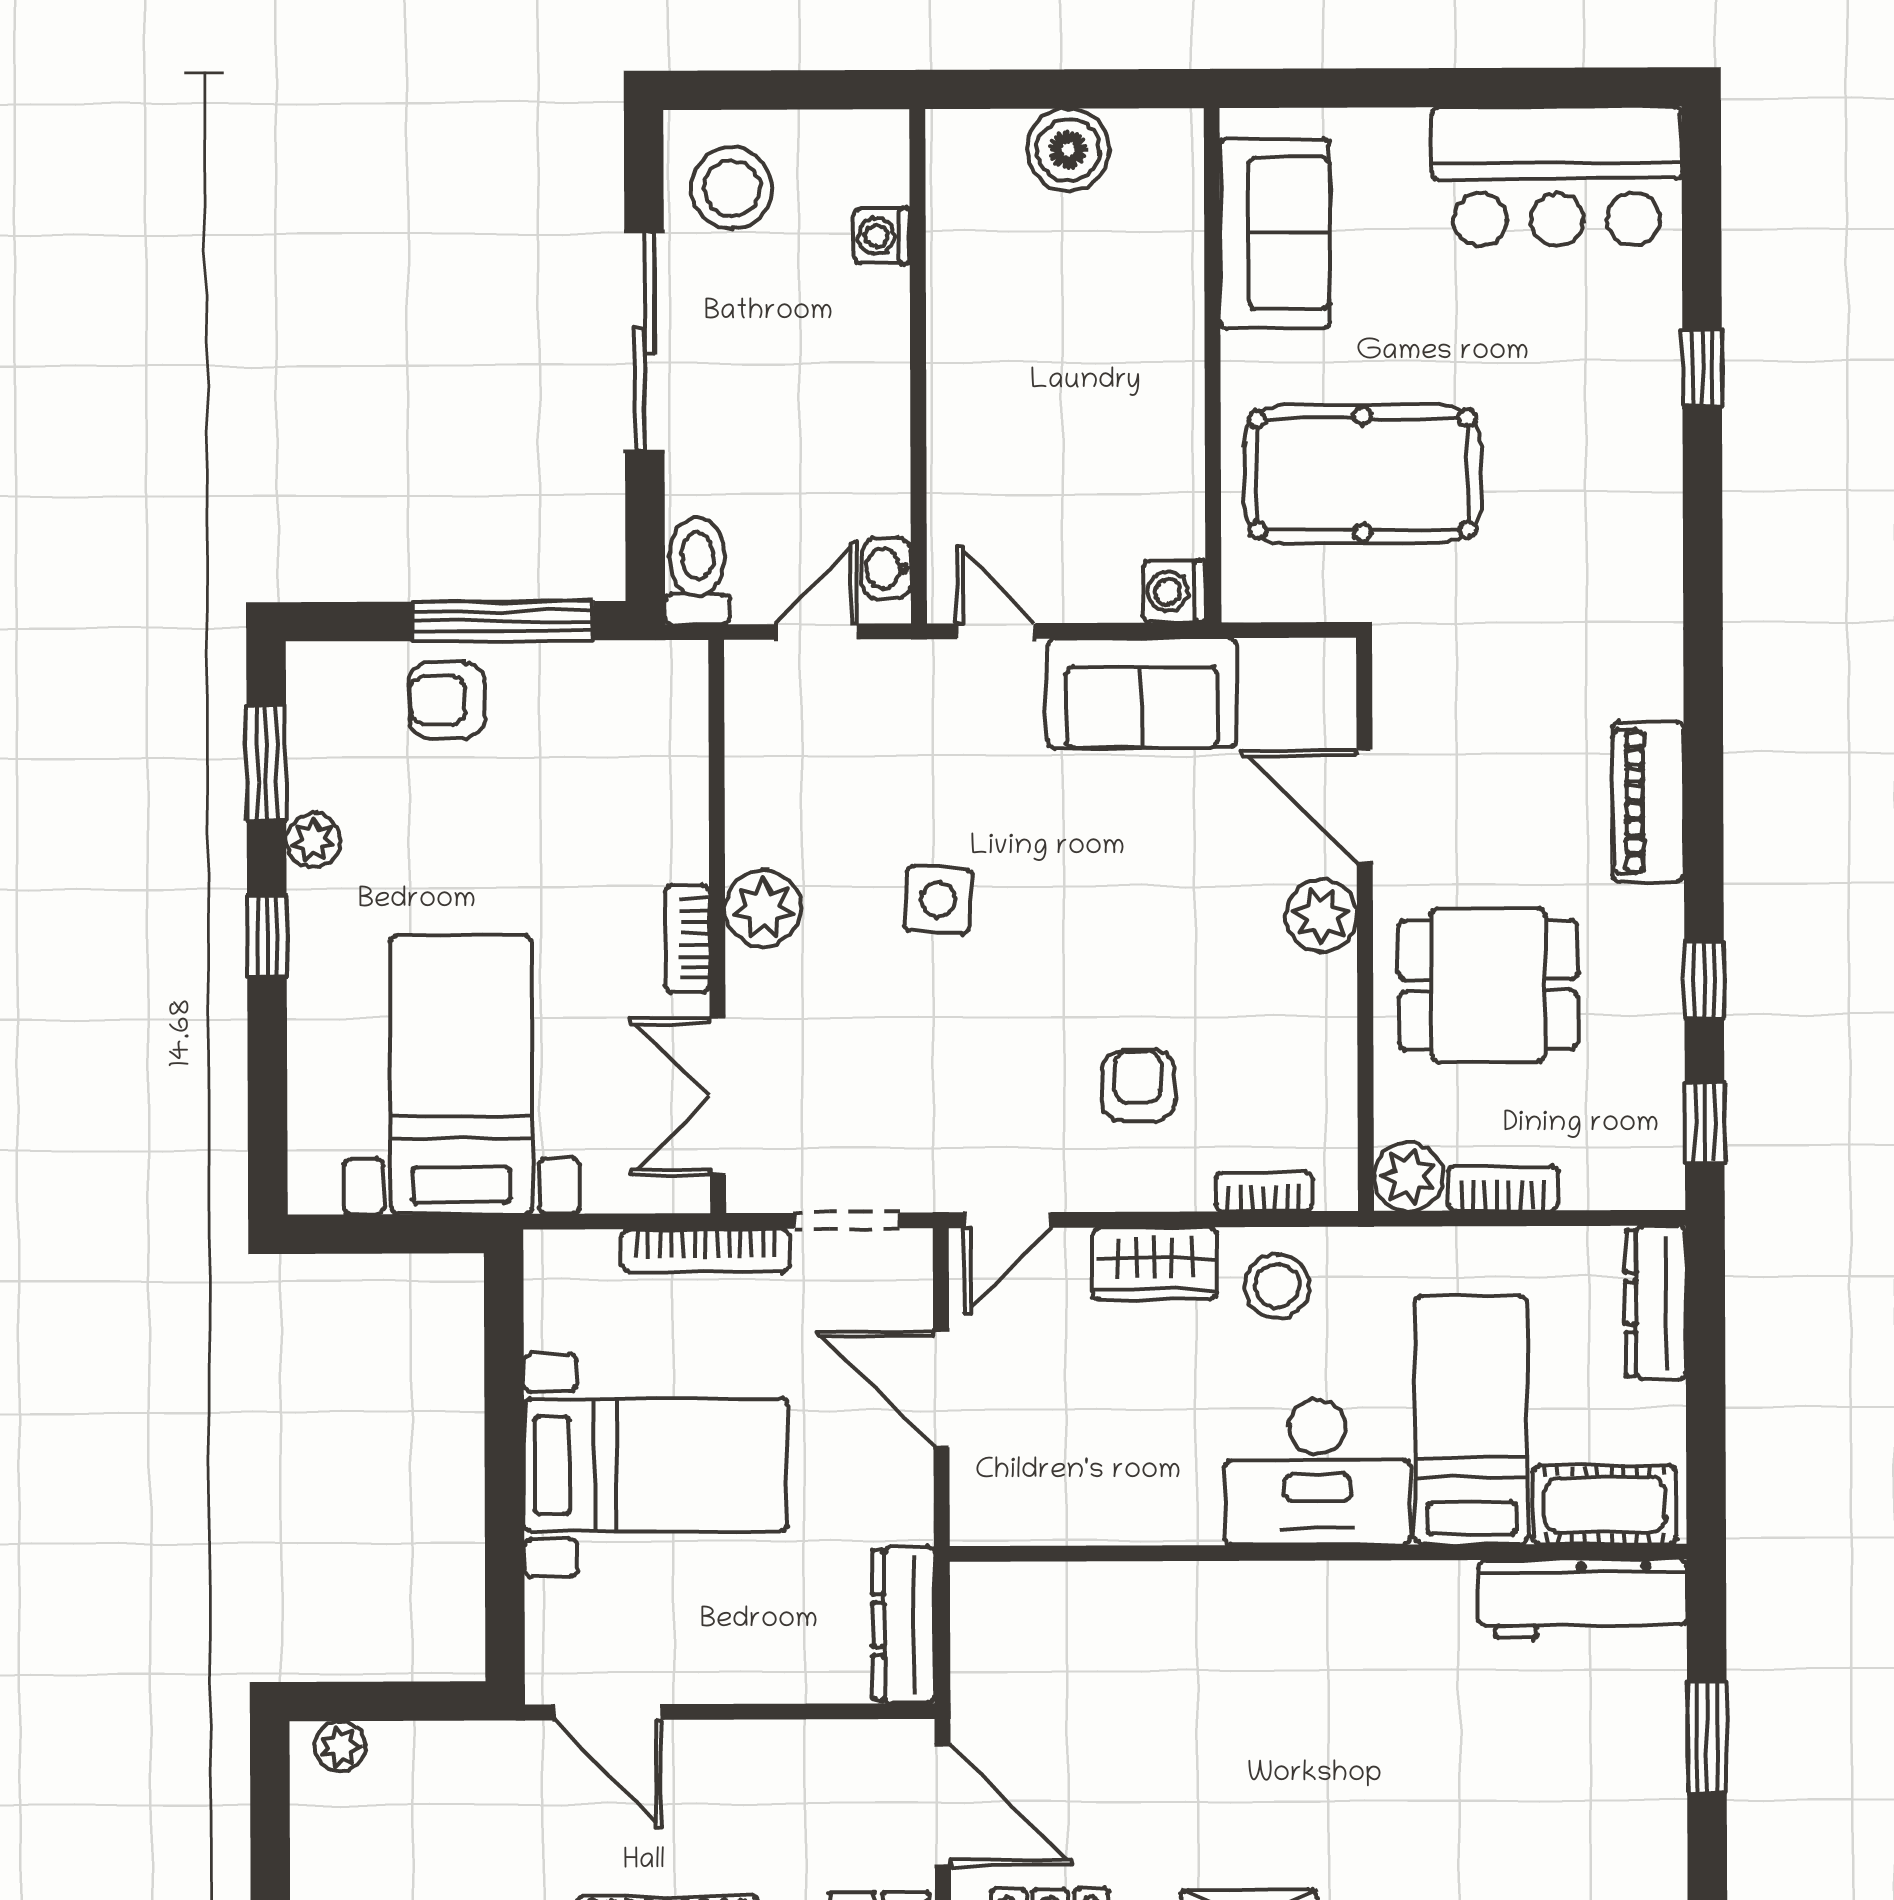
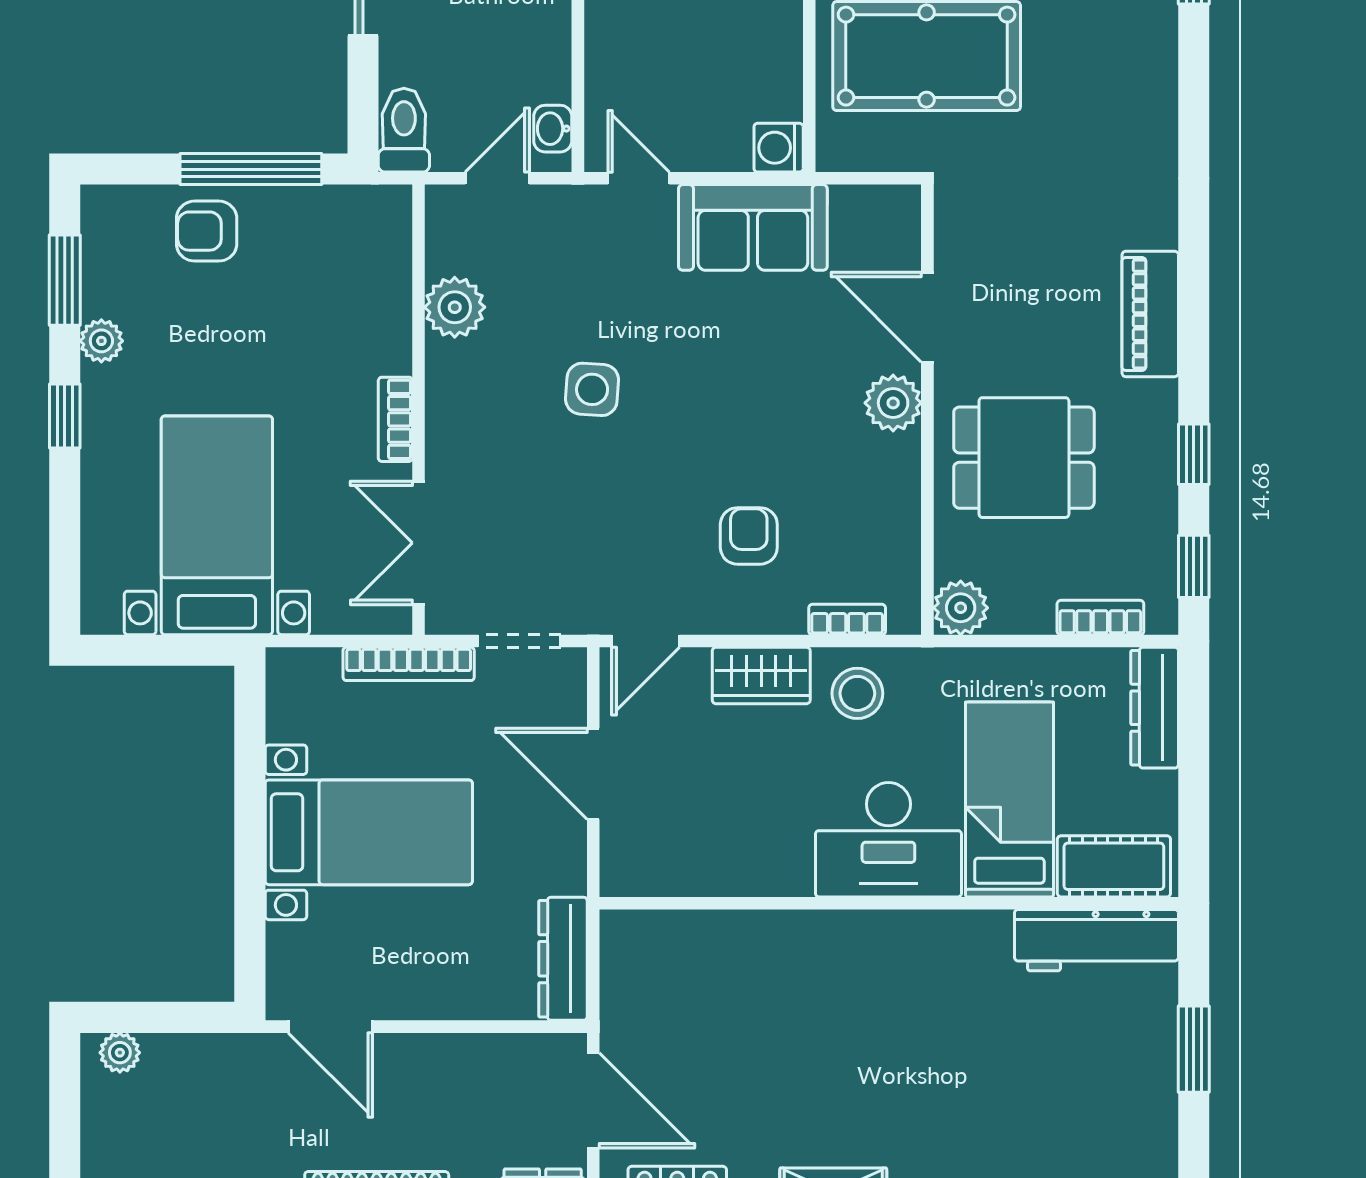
plant: (763, 908) -> (455, 307), moved
bookcase: (1503, 1188) -> (1100, 618), moved

